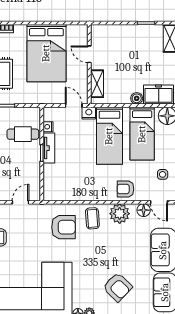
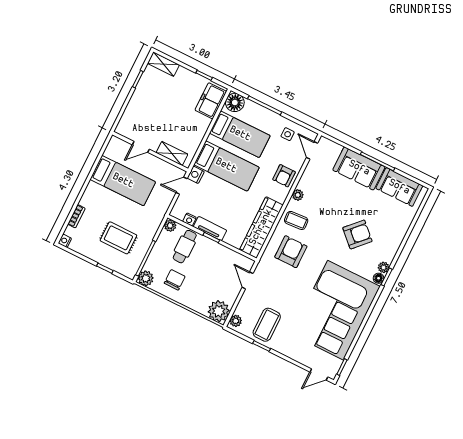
bed: (46, 53) -> (123, 181), width x0.67
boiler: (137, 98) -> (204, 123), removed
plant: (35, 113) -> (170, 226), added
wardrobe: (72, 192) -> (261, 227), added
door: (159, 202) -> (312, 150), swing flipped
floor lamp: (144, 210) -> (312, 169), removed
plant: (120, 214) -> (298, 195), width x0.53, depth x0.53
armchair: (118, 287) -> (357, 234), moved

